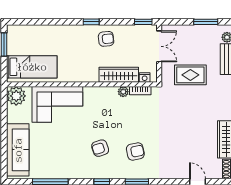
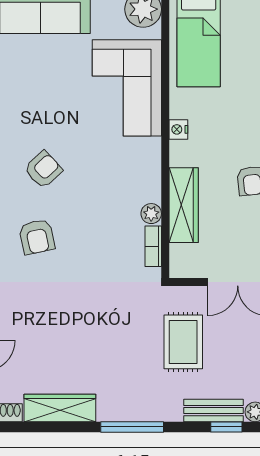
nightstand: (145, 77) -> (178, 129), moved
armchair: (100, 148) -> (43, 170), turned 65

